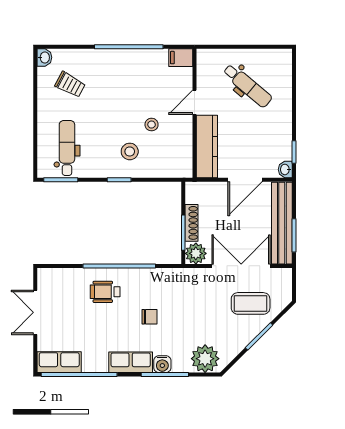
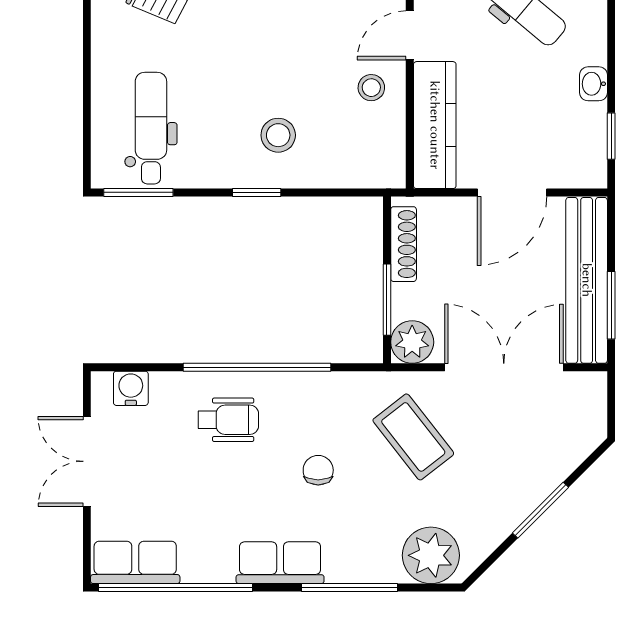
stool: (152, 125) -> (371, 88), moved
washbasin: (285, 169) -> (593, 84), moved
shoe rack: (192, 223) -> (404, 244), moved
wheelchair: (105, 292) -> (228, 420), turned 180
coffee table: (251, 303) -> (413, 437), moved, turned 52
chair: (149, 317) -> (318, 470), turned -90
water cooler: (162, 364) -> (131, 388), moved, turned 180

